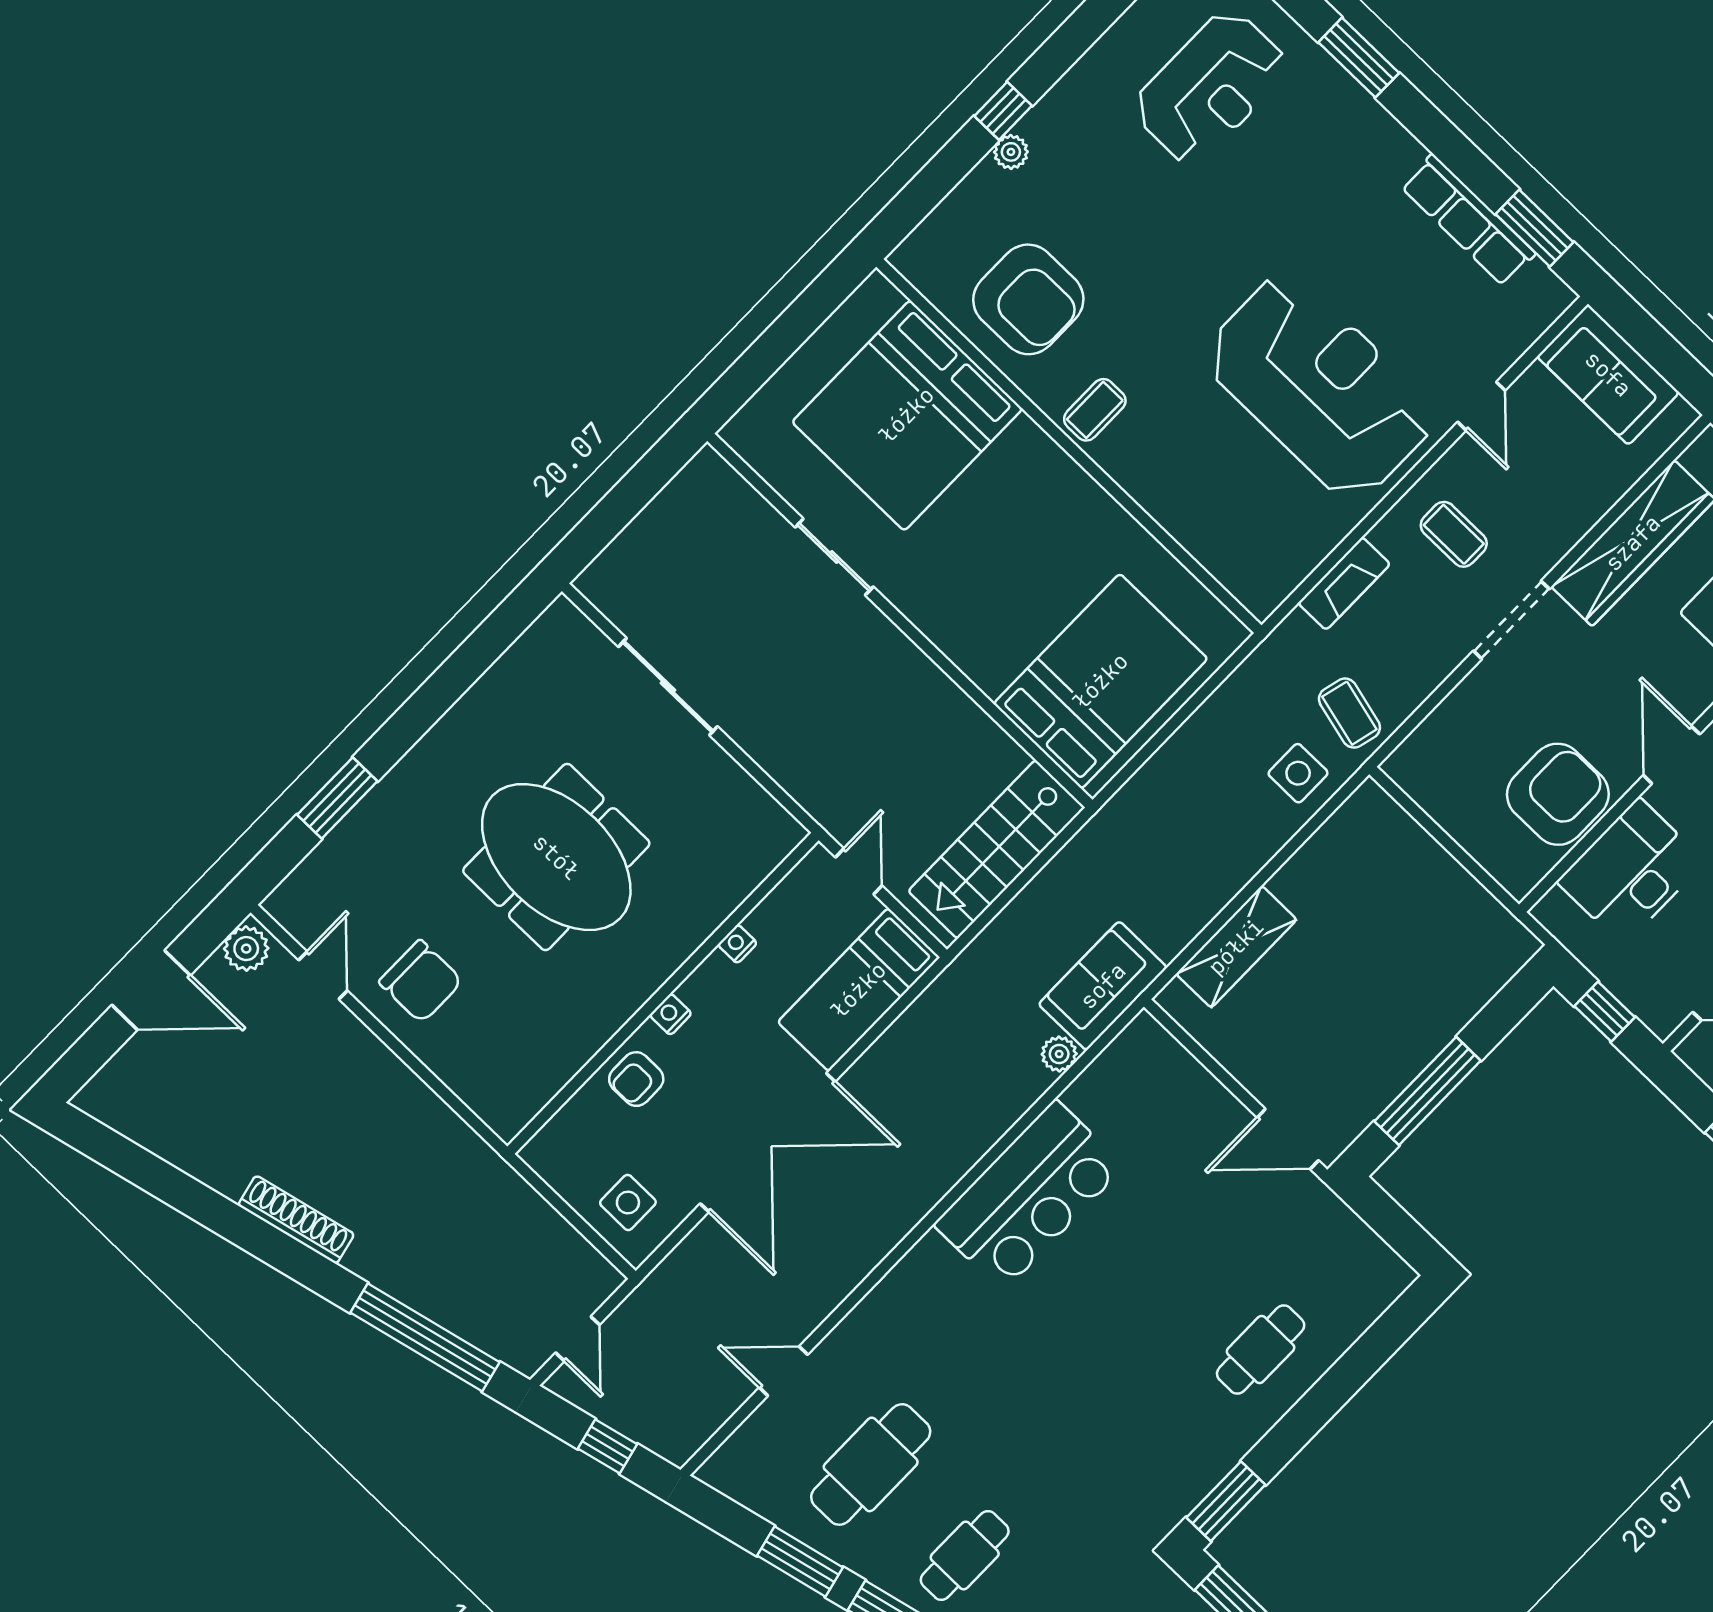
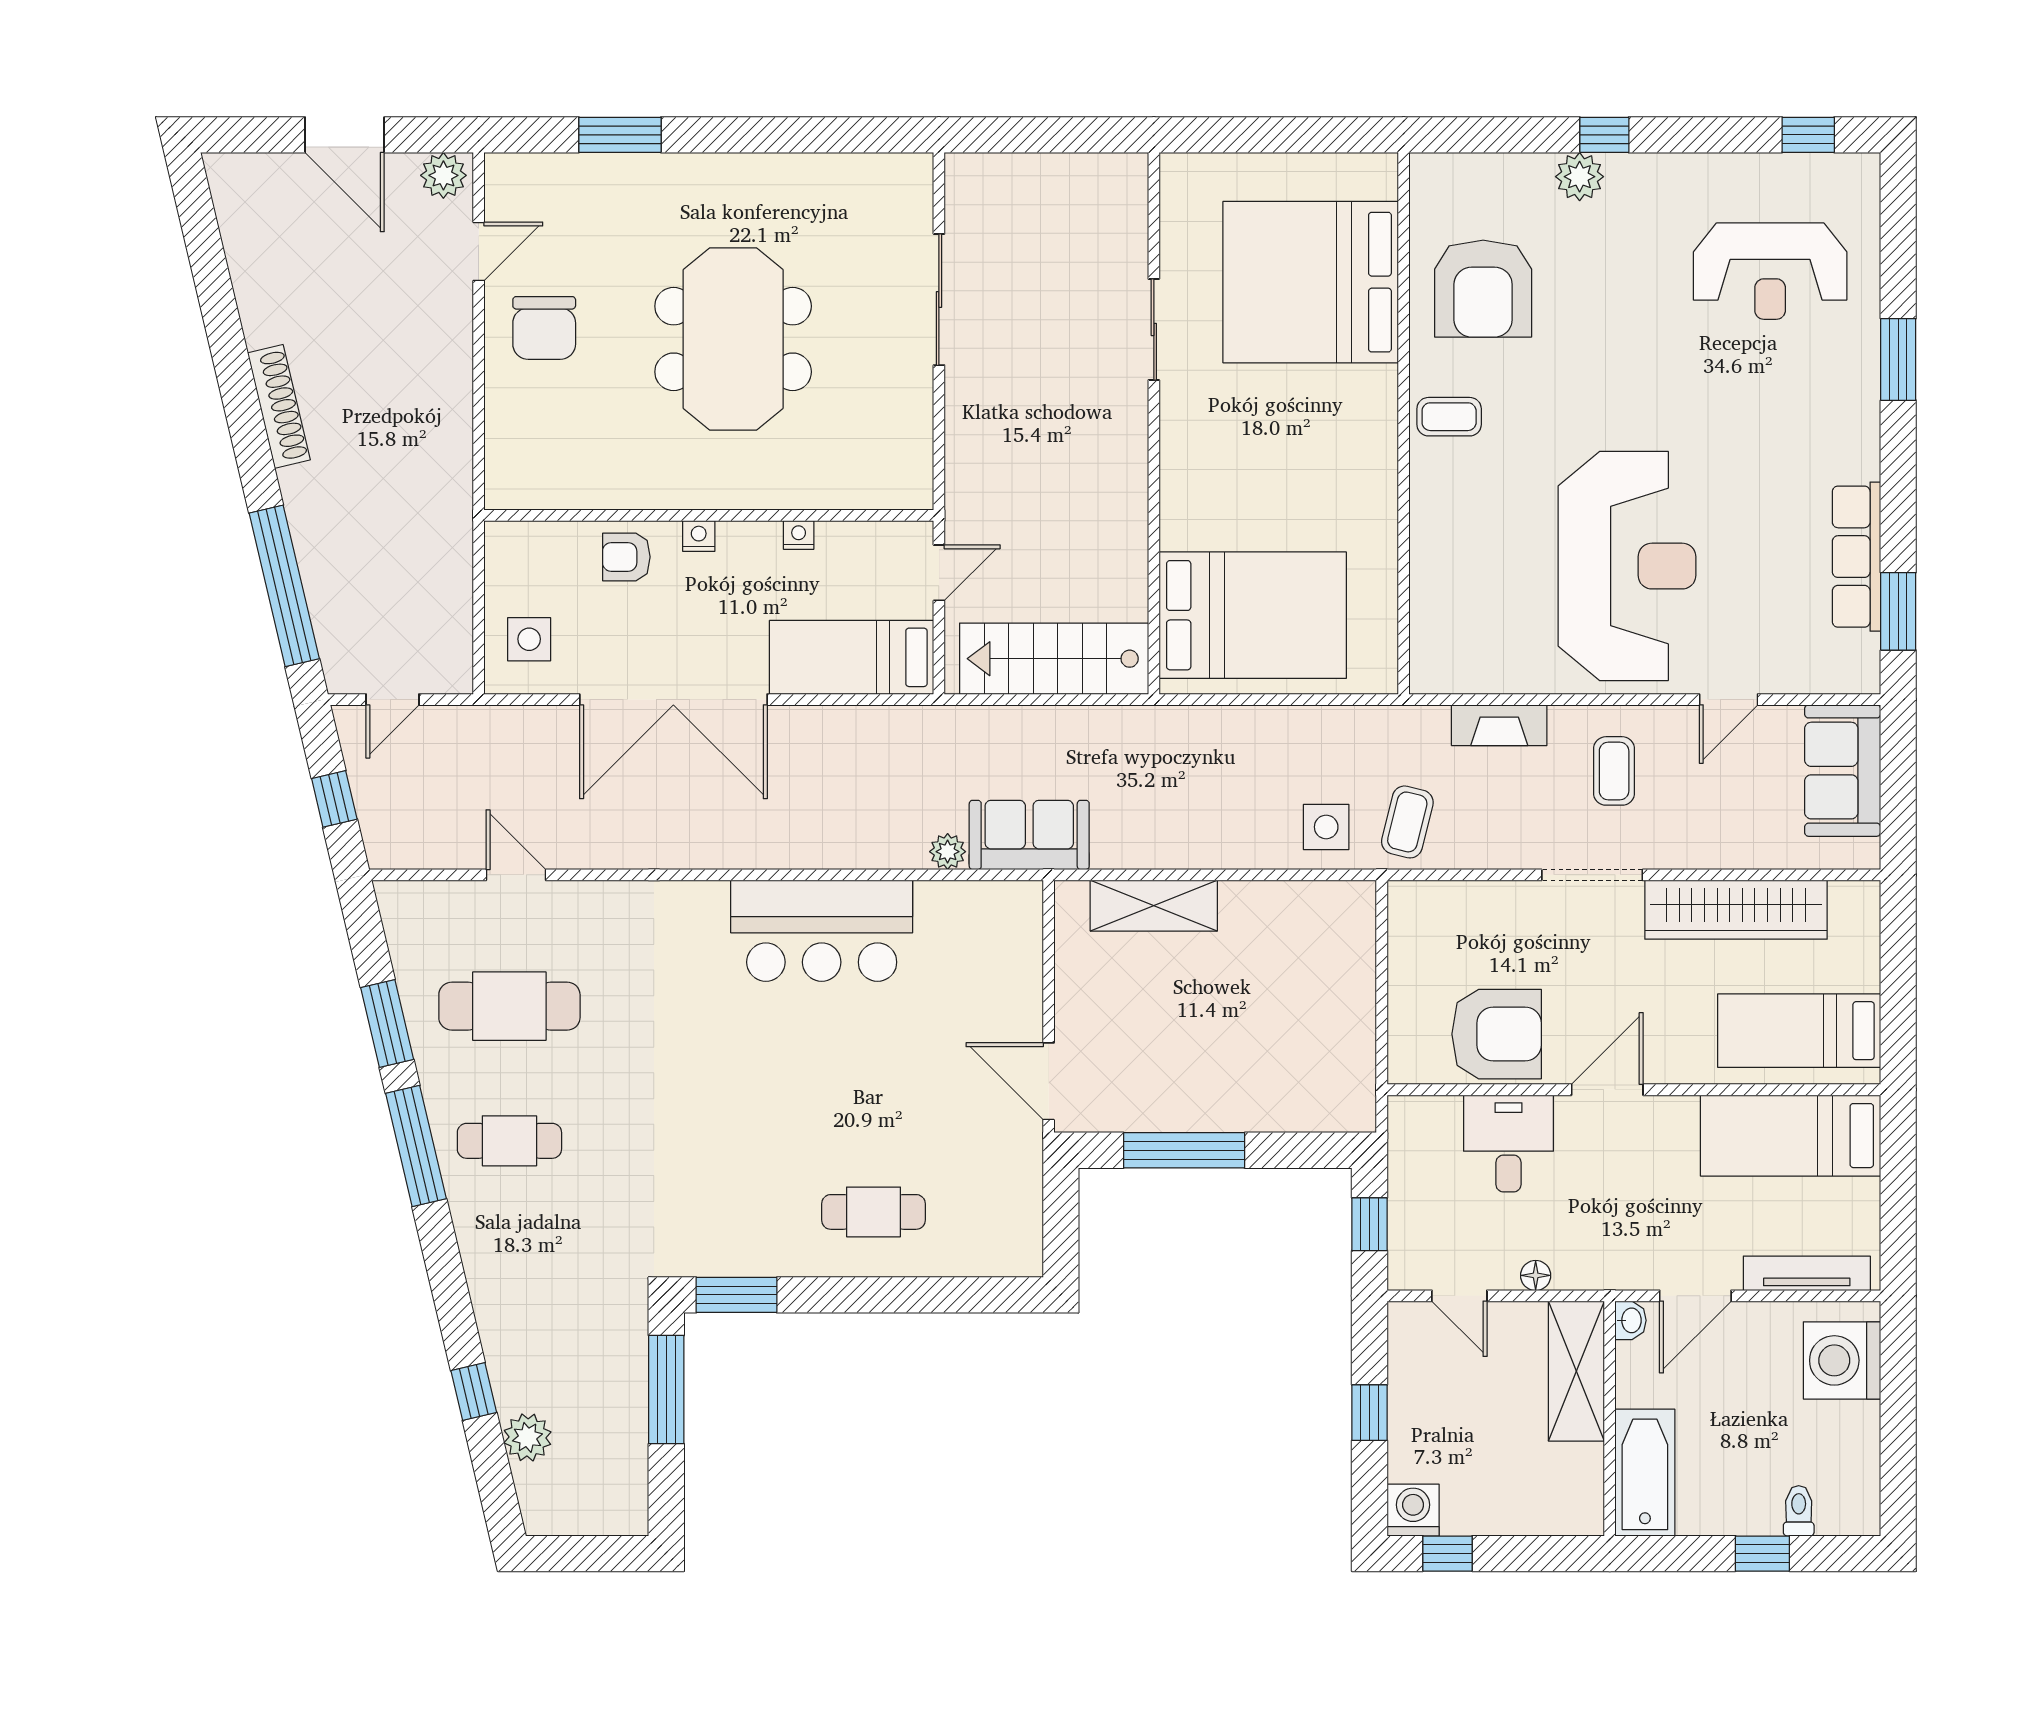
plant: (1011, 152) -> (1580, 177), width x1.38, depth x1.38
desk: (1631, 872) -> (1508, 1143), width x0.73

